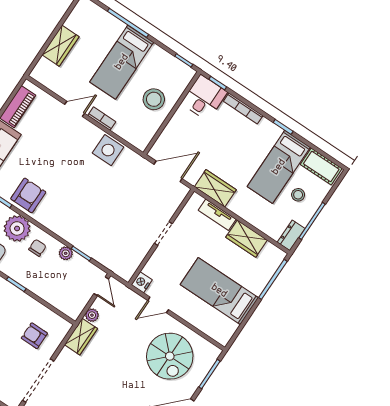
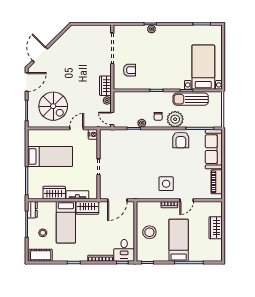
side table: (108, 150) -> (166, 184), moved
bed: (279, 167) -> (66, 222), moved, turned 180
spiral stairs: (170, 356) -> (53, 106), turned 180

